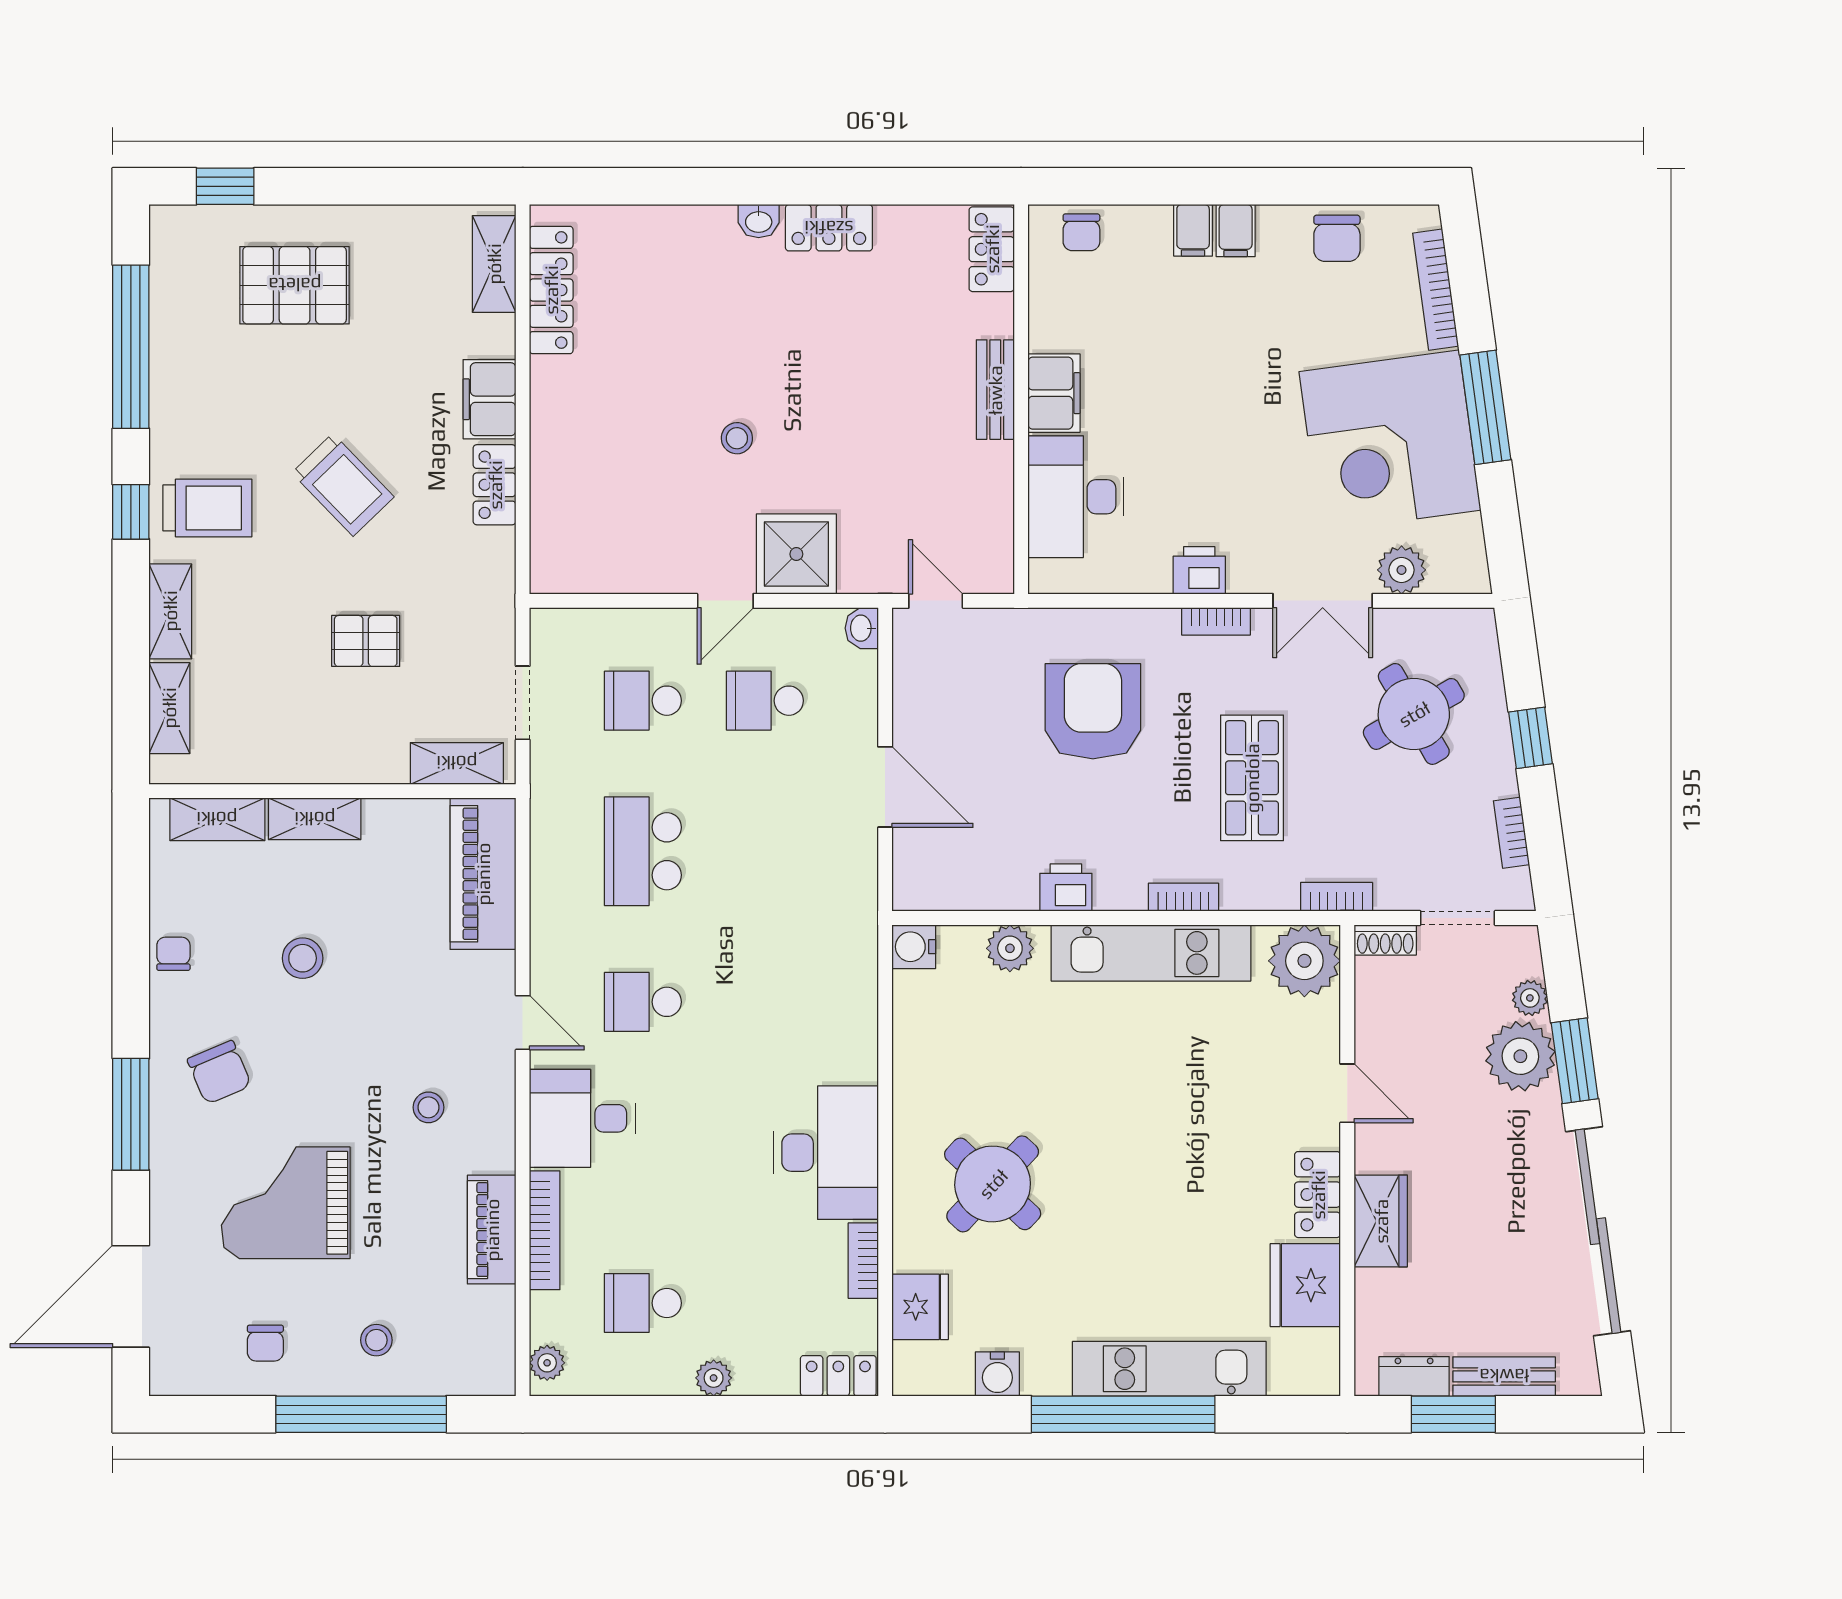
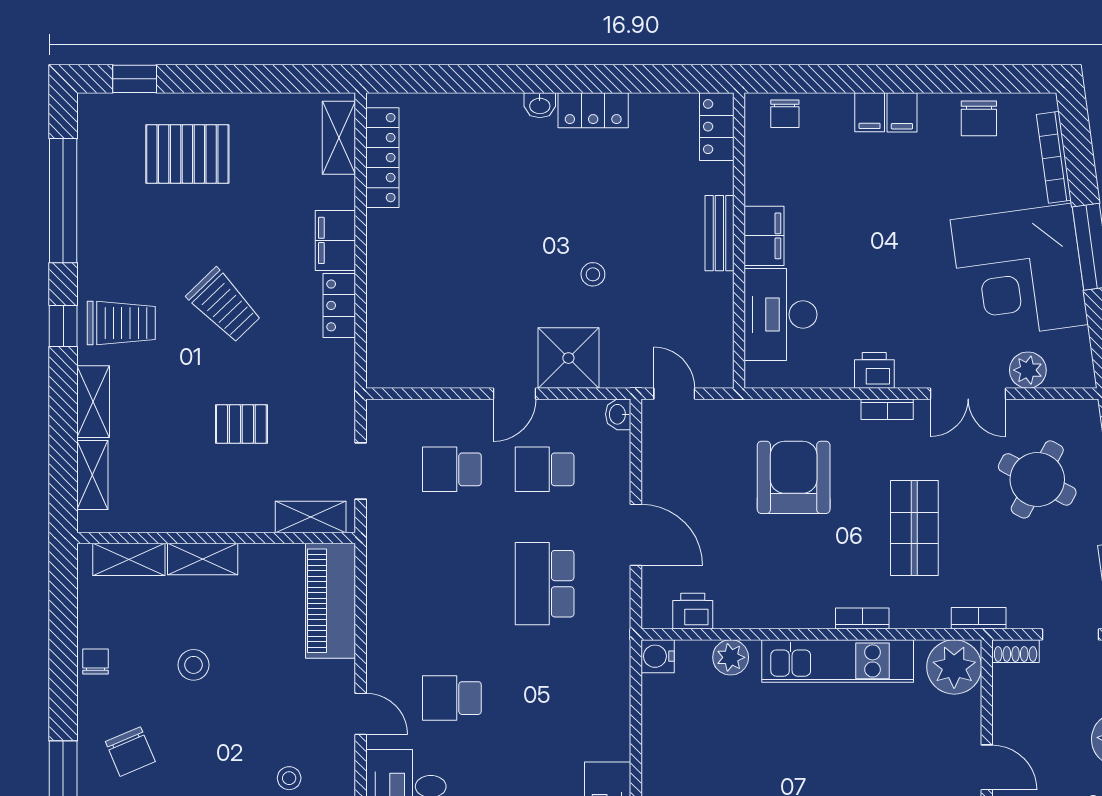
stool: (737, 438) -> (593, 274), moved
round table: (1414, 714) -> (1037, 479), turned -32
school desk: (643, 851) -> (545, 584), moved
printer: (1066, 888) -> (693, 611), moved

